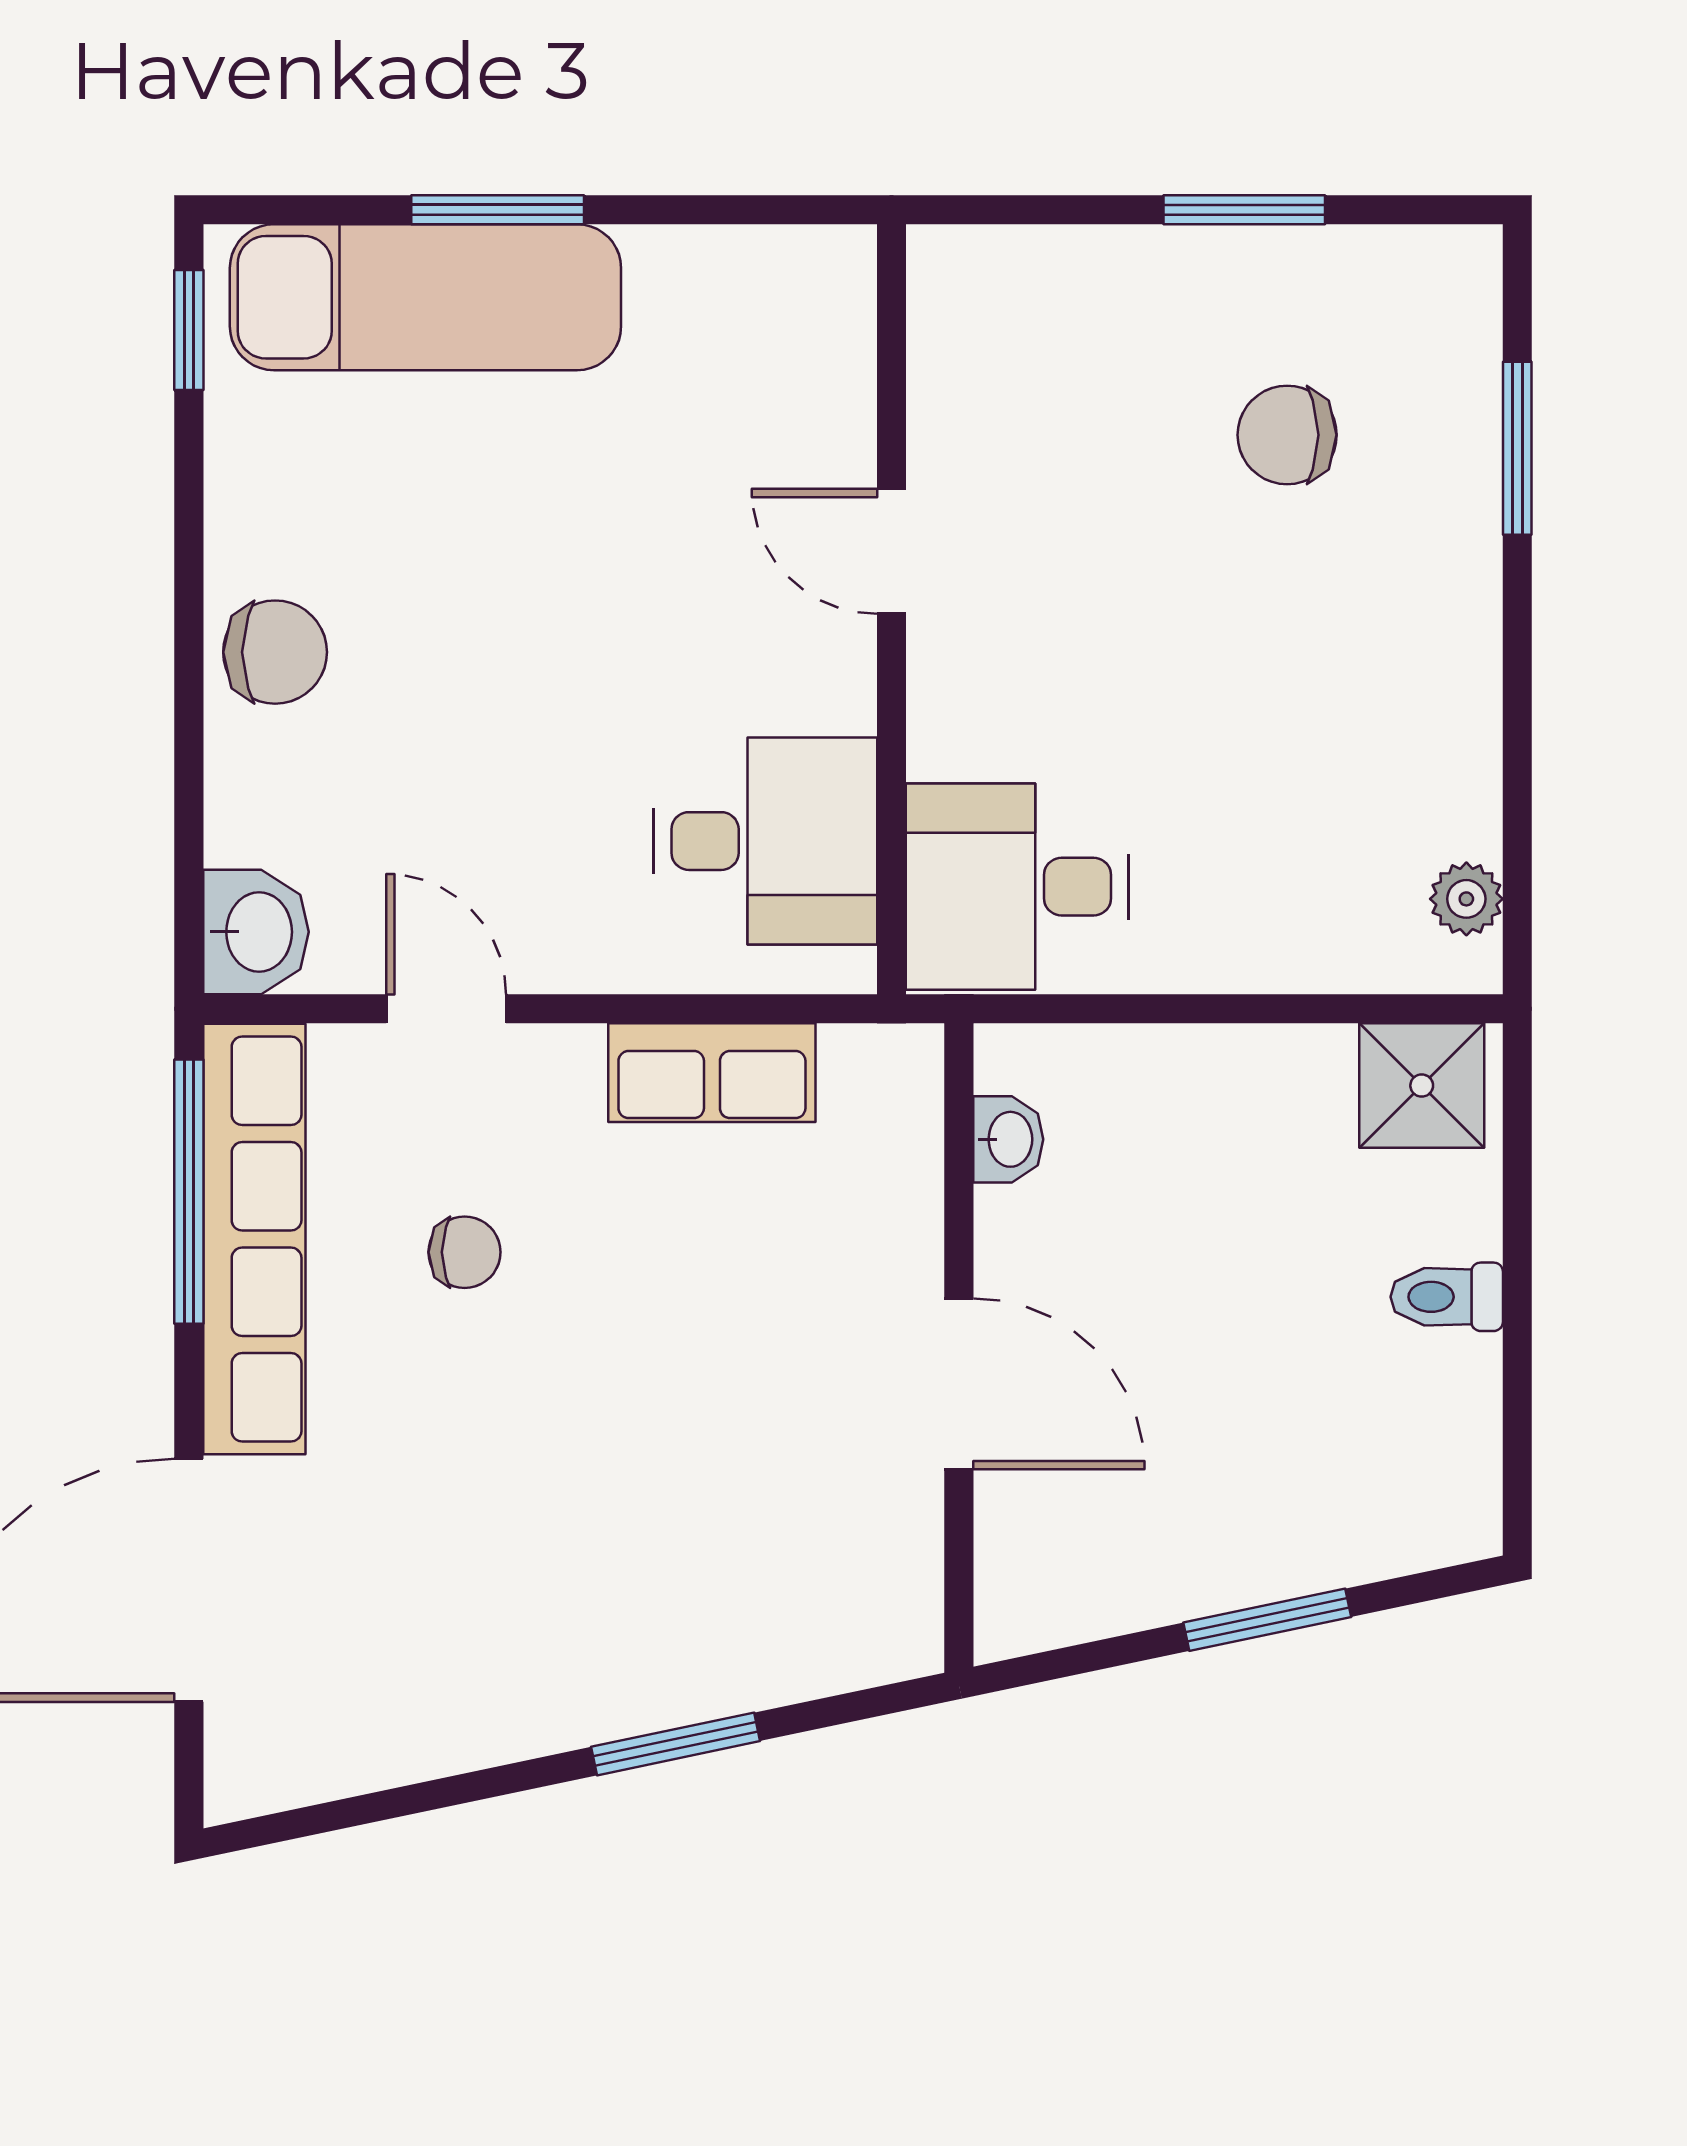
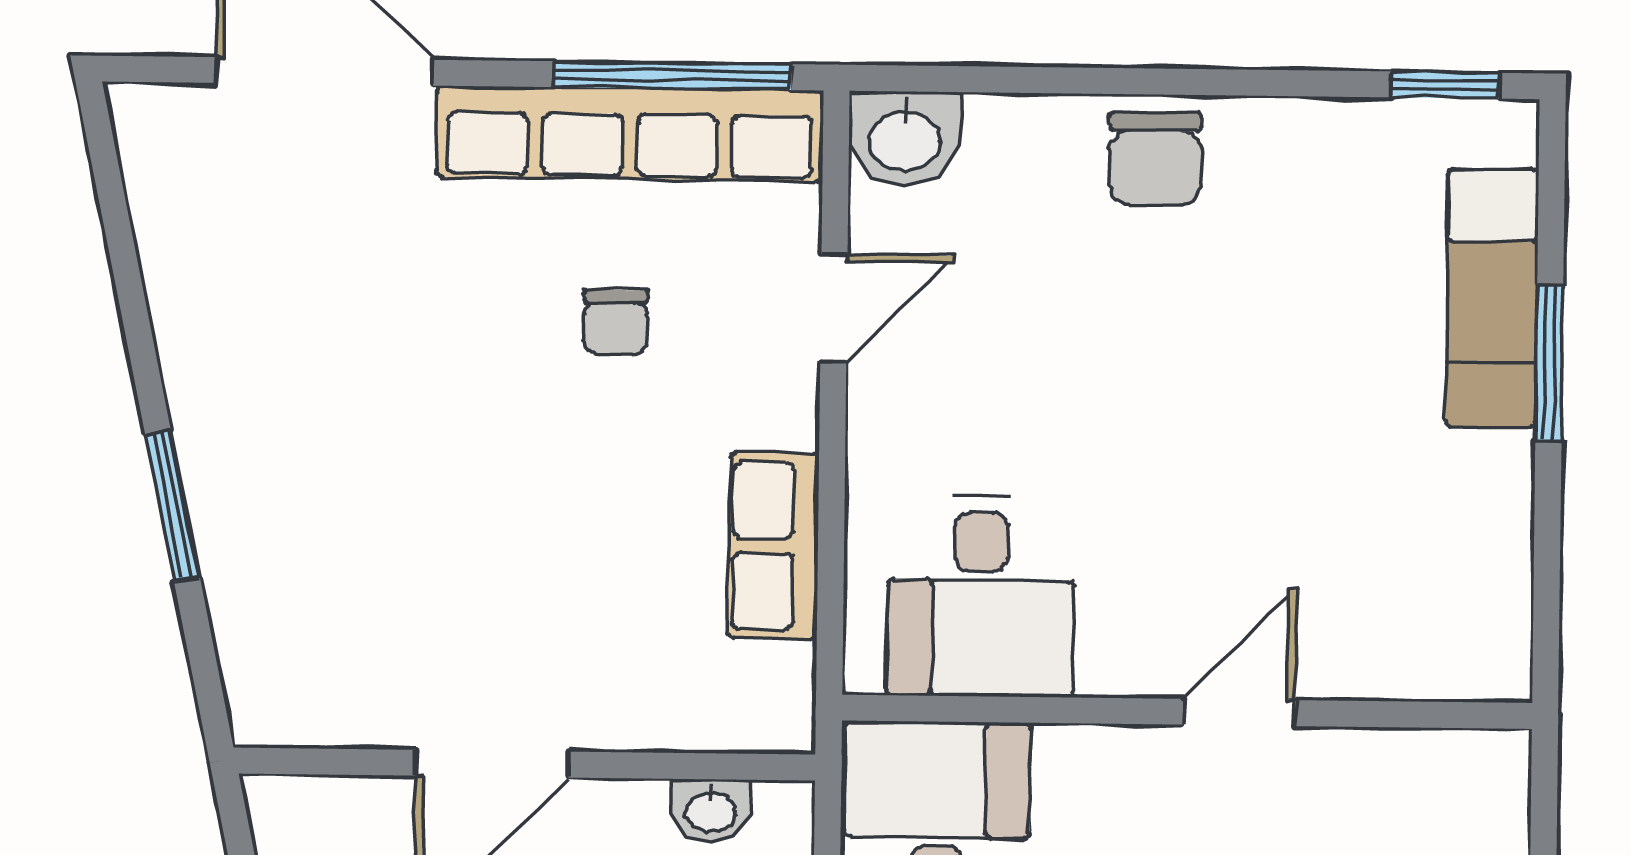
exam couch: (425, 297) -> (1492, 298), width x0.73, depth x0.69

